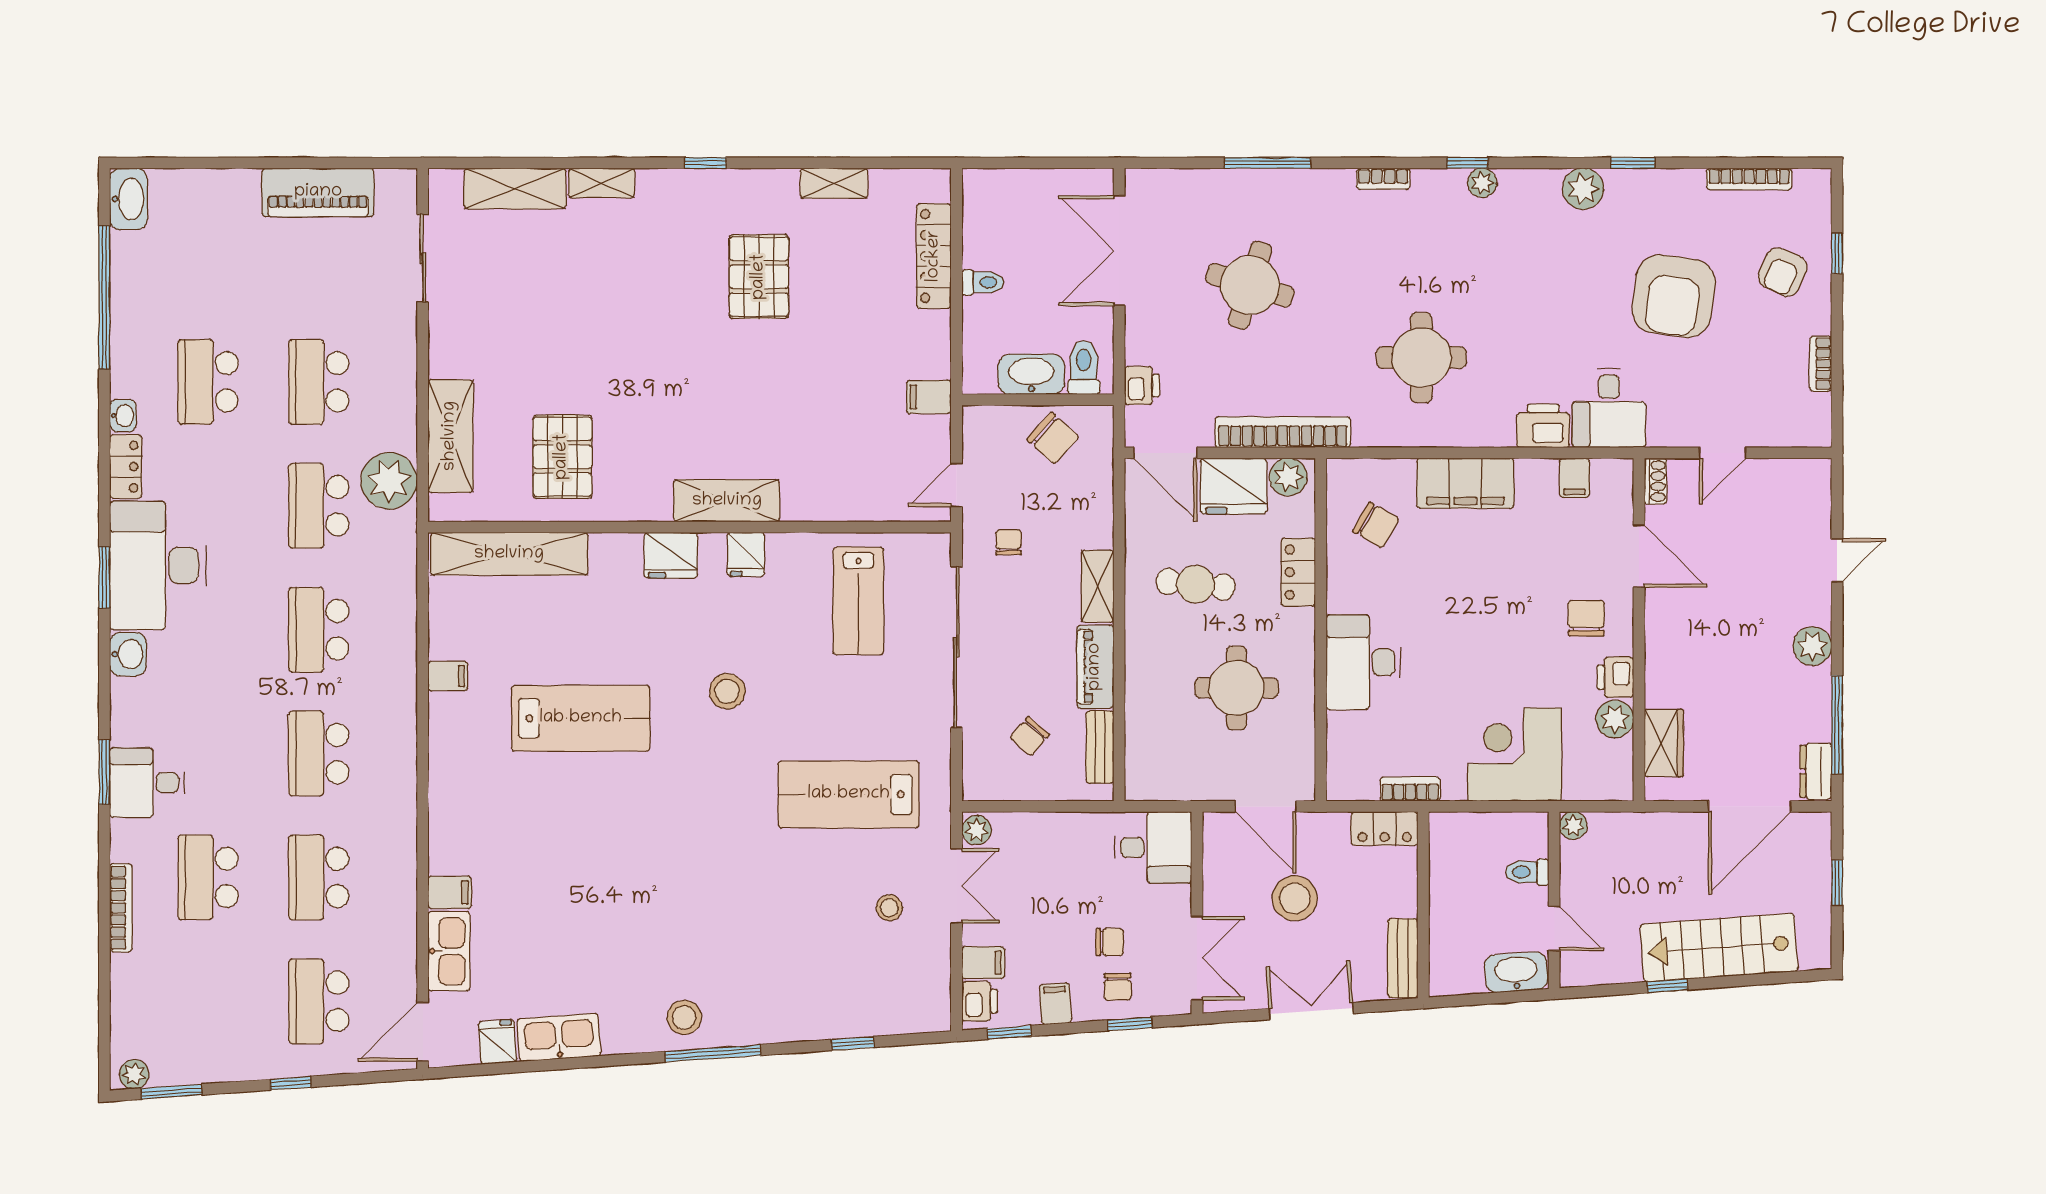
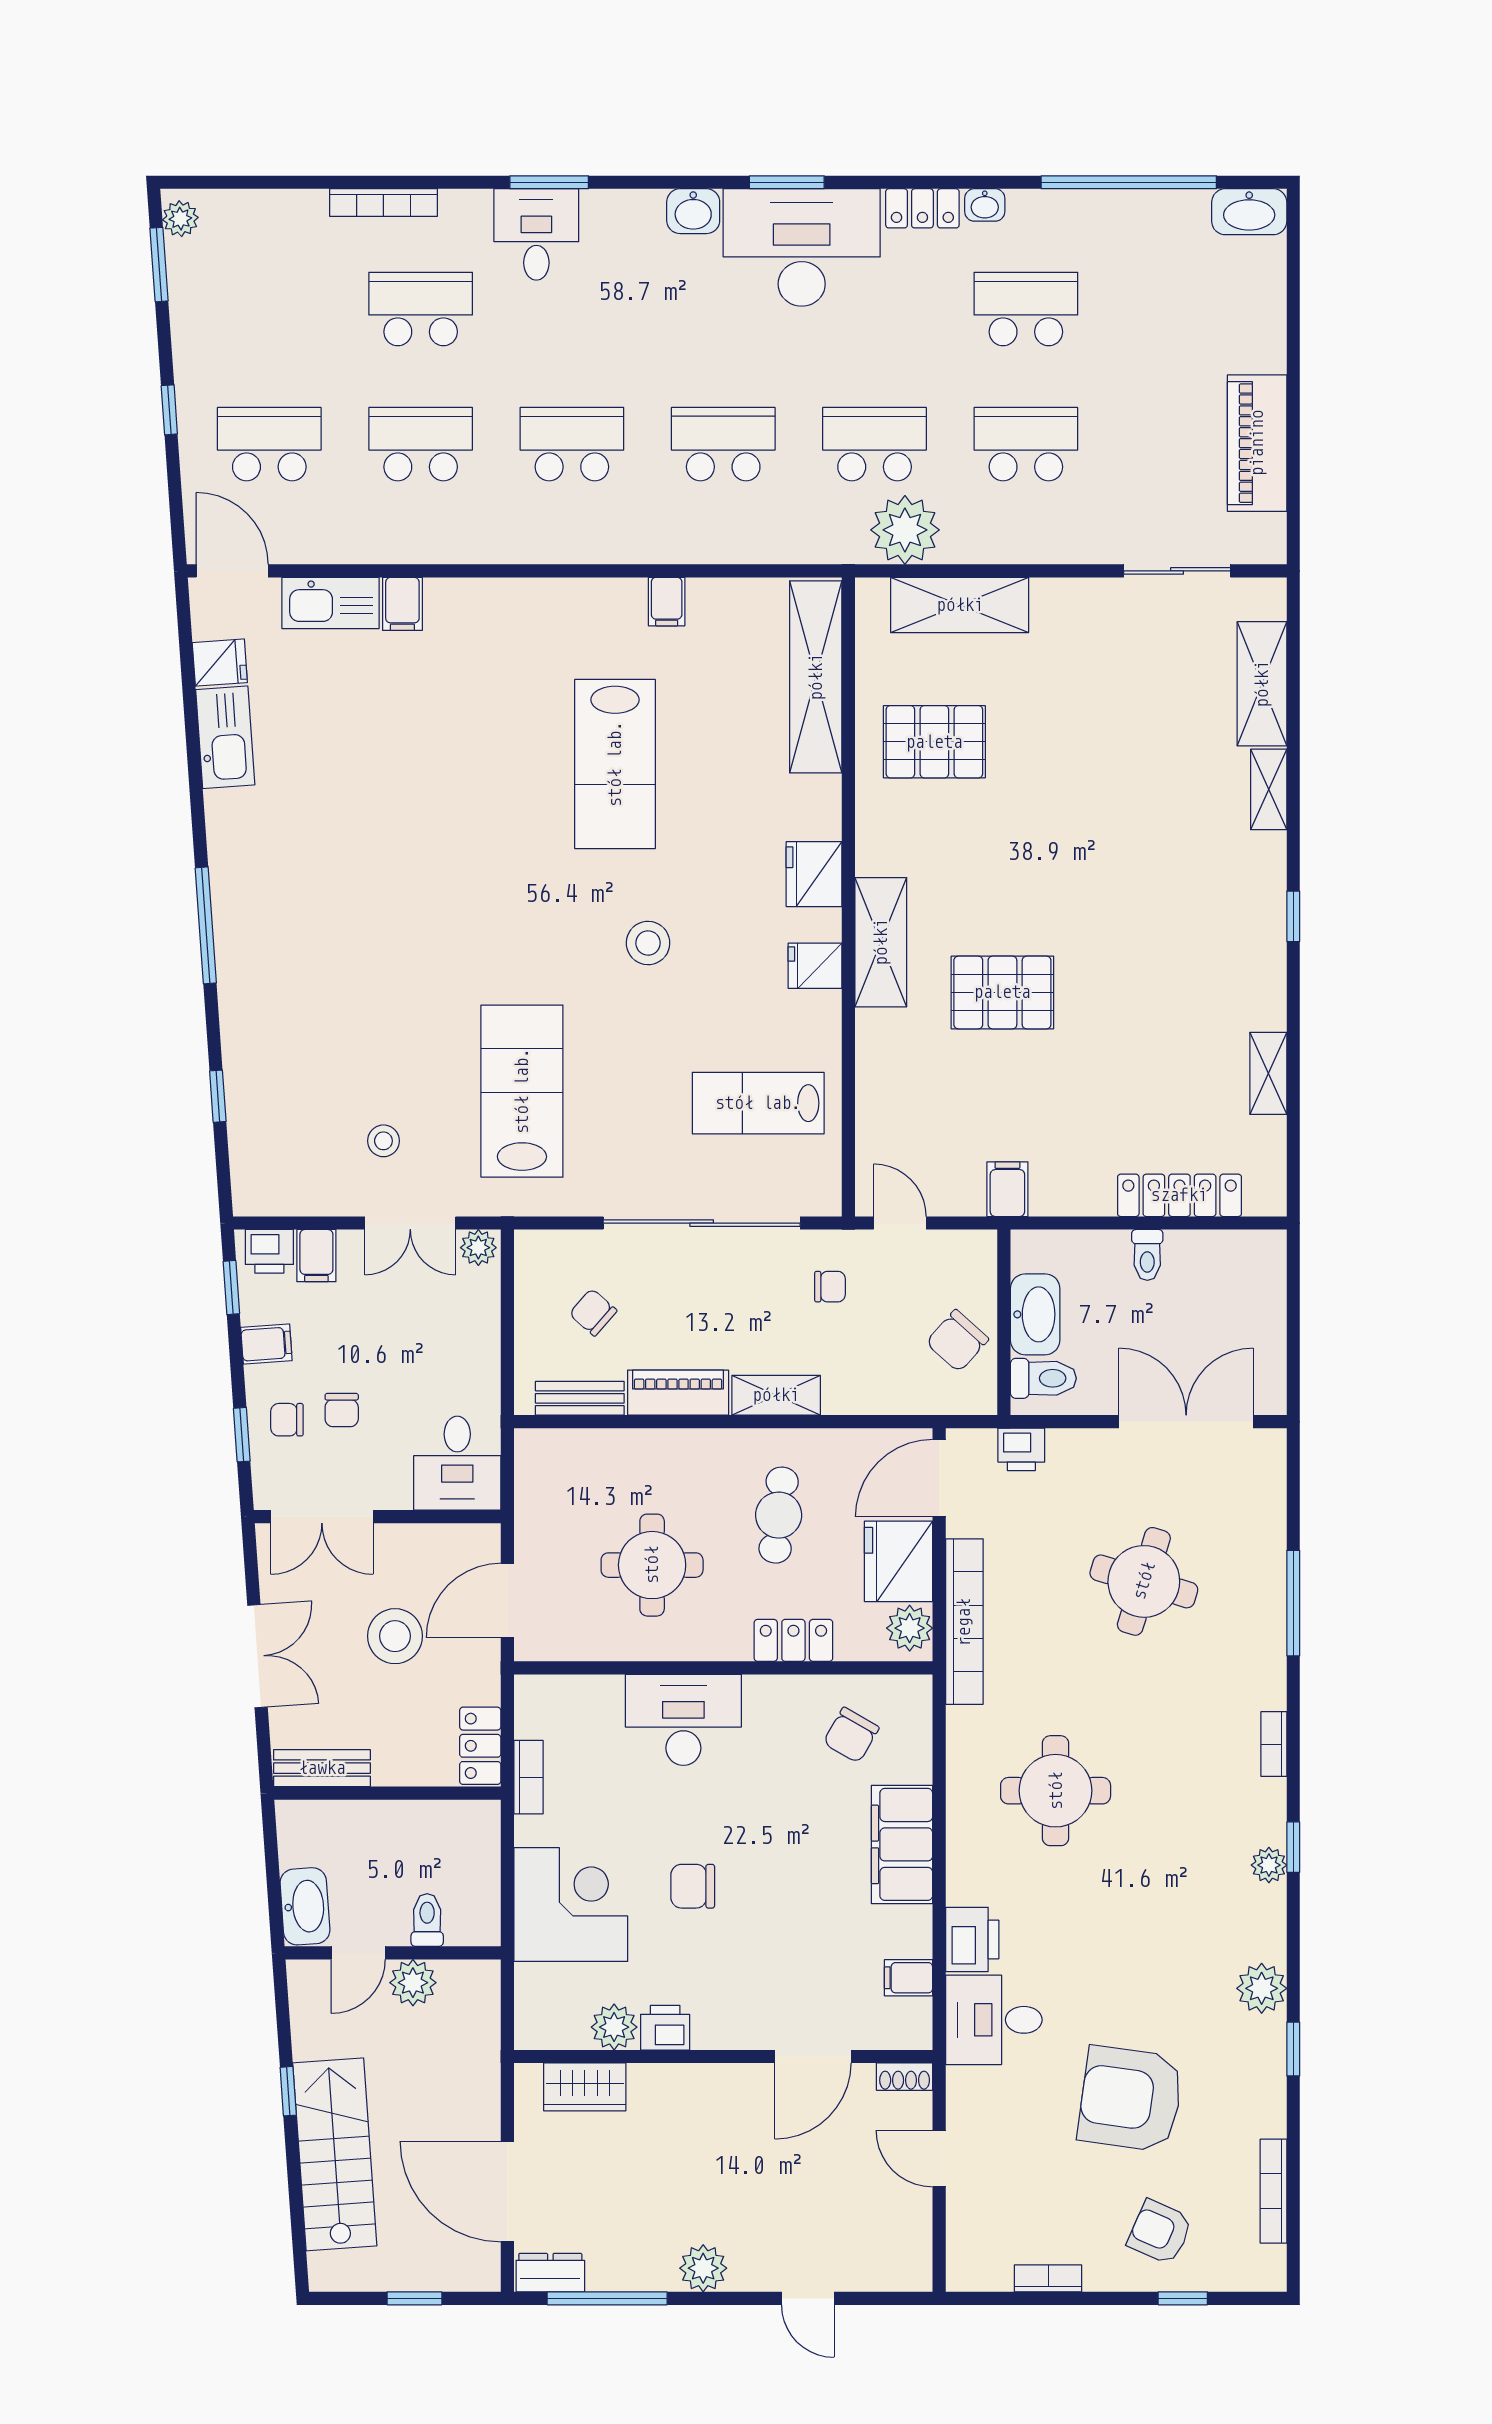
pallet: (759, 277) -> (1002, 992), moved
chair: (1586, 618) -> (693, 1886), moved, turned 180
plant: (1573, 826) -> (413, 1983), moved, width x1.38, depth x1.38
stool: (684, 1017) -> (250, 890), removed

